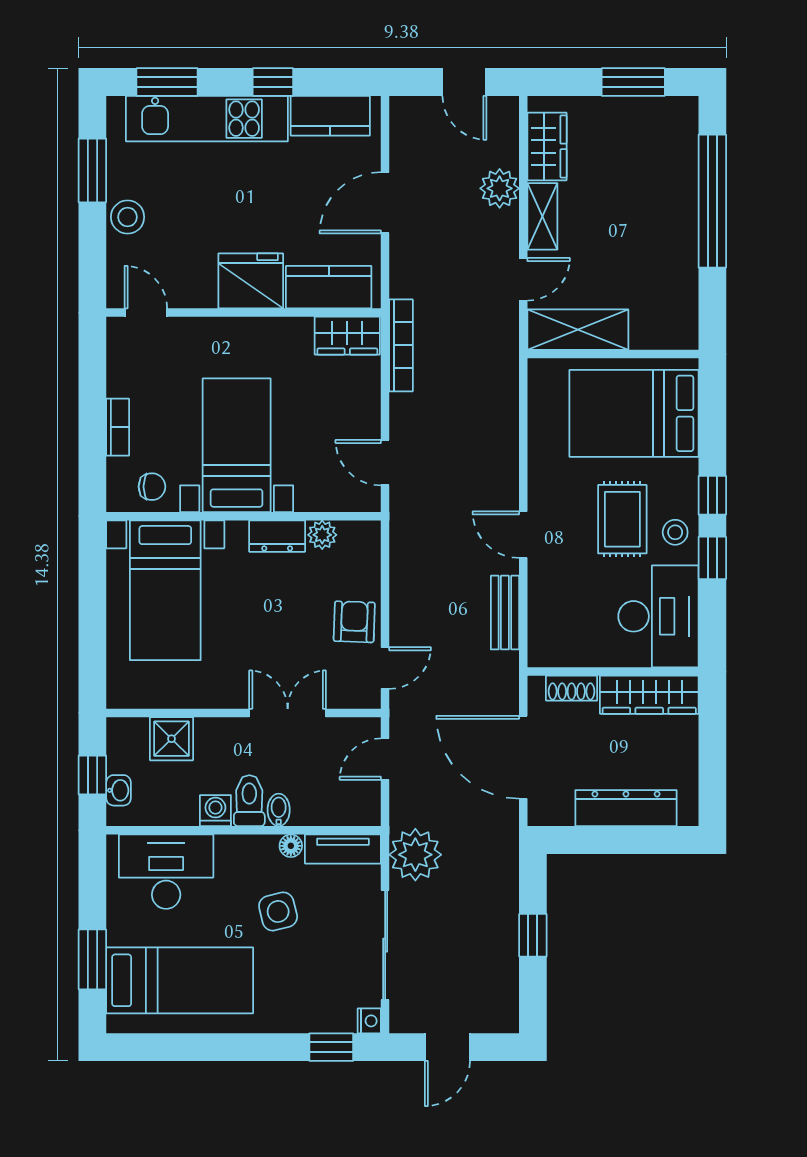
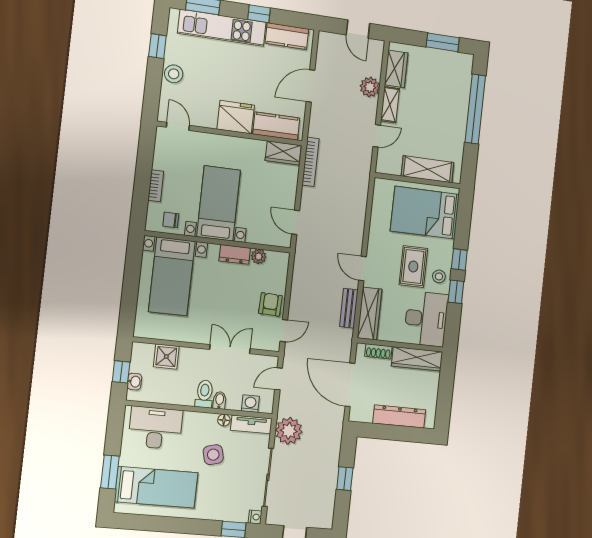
window: (92, 170) -> (157, 46), width x0.67
shelving: (578, 330) -> (428, 169), moved
chair: (152, 487) -> (171, 220), turned 180
wardrobe: (546, 618) -> (370, 314), added
washing machine: (215, 811) -> (250, 404), moved

